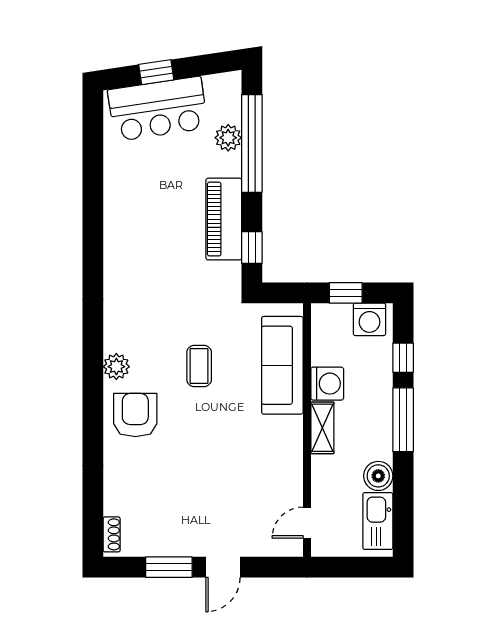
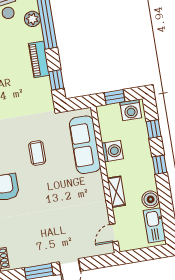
piano: (224, 219) -> (39, 59), width x0.73, depth x0.75
window: (403, 420) -> (160, 165), width x0.46
shelving: (322, 428) -> (116, 192), moved

